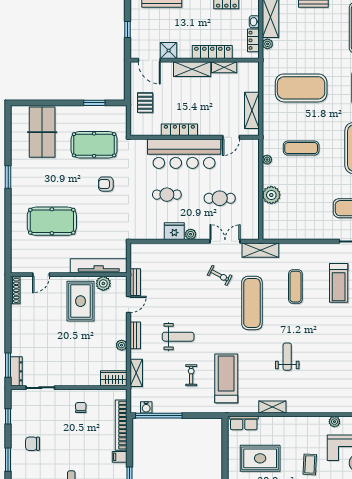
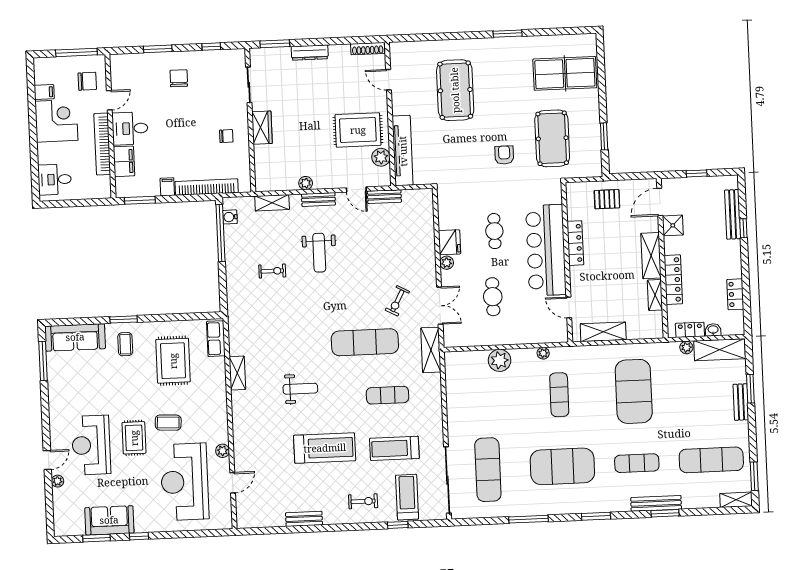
dresser: (16, 371) -> (310, 53), moved
wardrobe: (114, 378) -> (262, 128), moved
treadmill: (226, 378) -> (325, 448), moved

